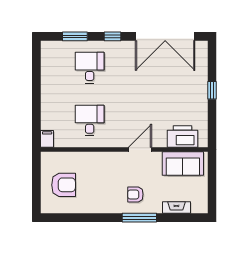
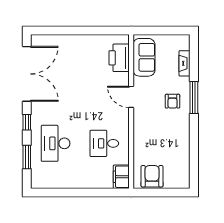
desk: (90, 68) -> (56, 143), width x1.37
window: (212, 90) -> (76, 31), removed
filing cabinet: (47, 139) -> (121, 177), width x2.00
armchair: (64, 185) -> (152, 176), moved

